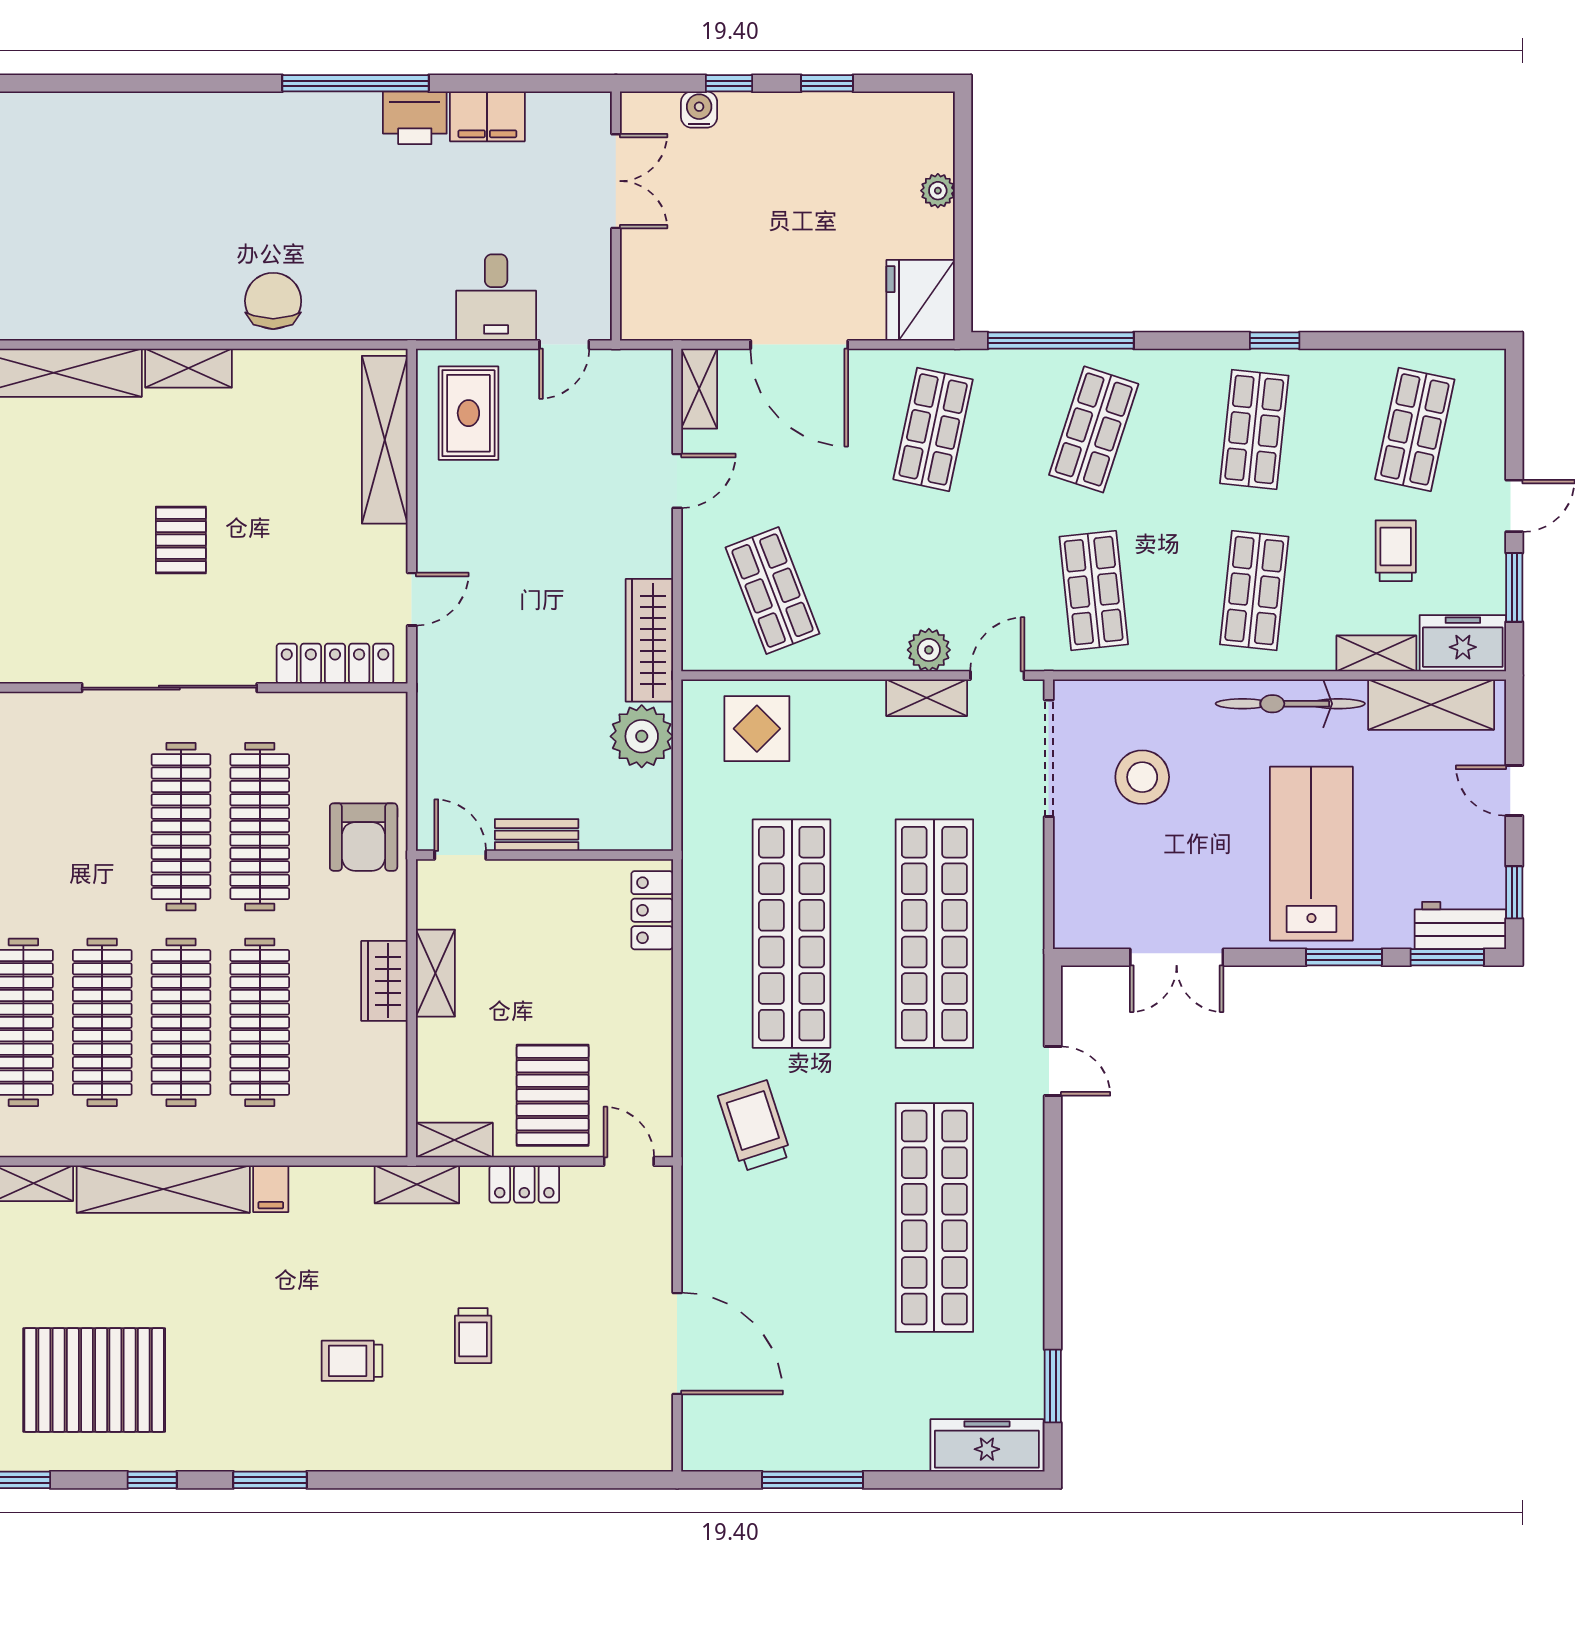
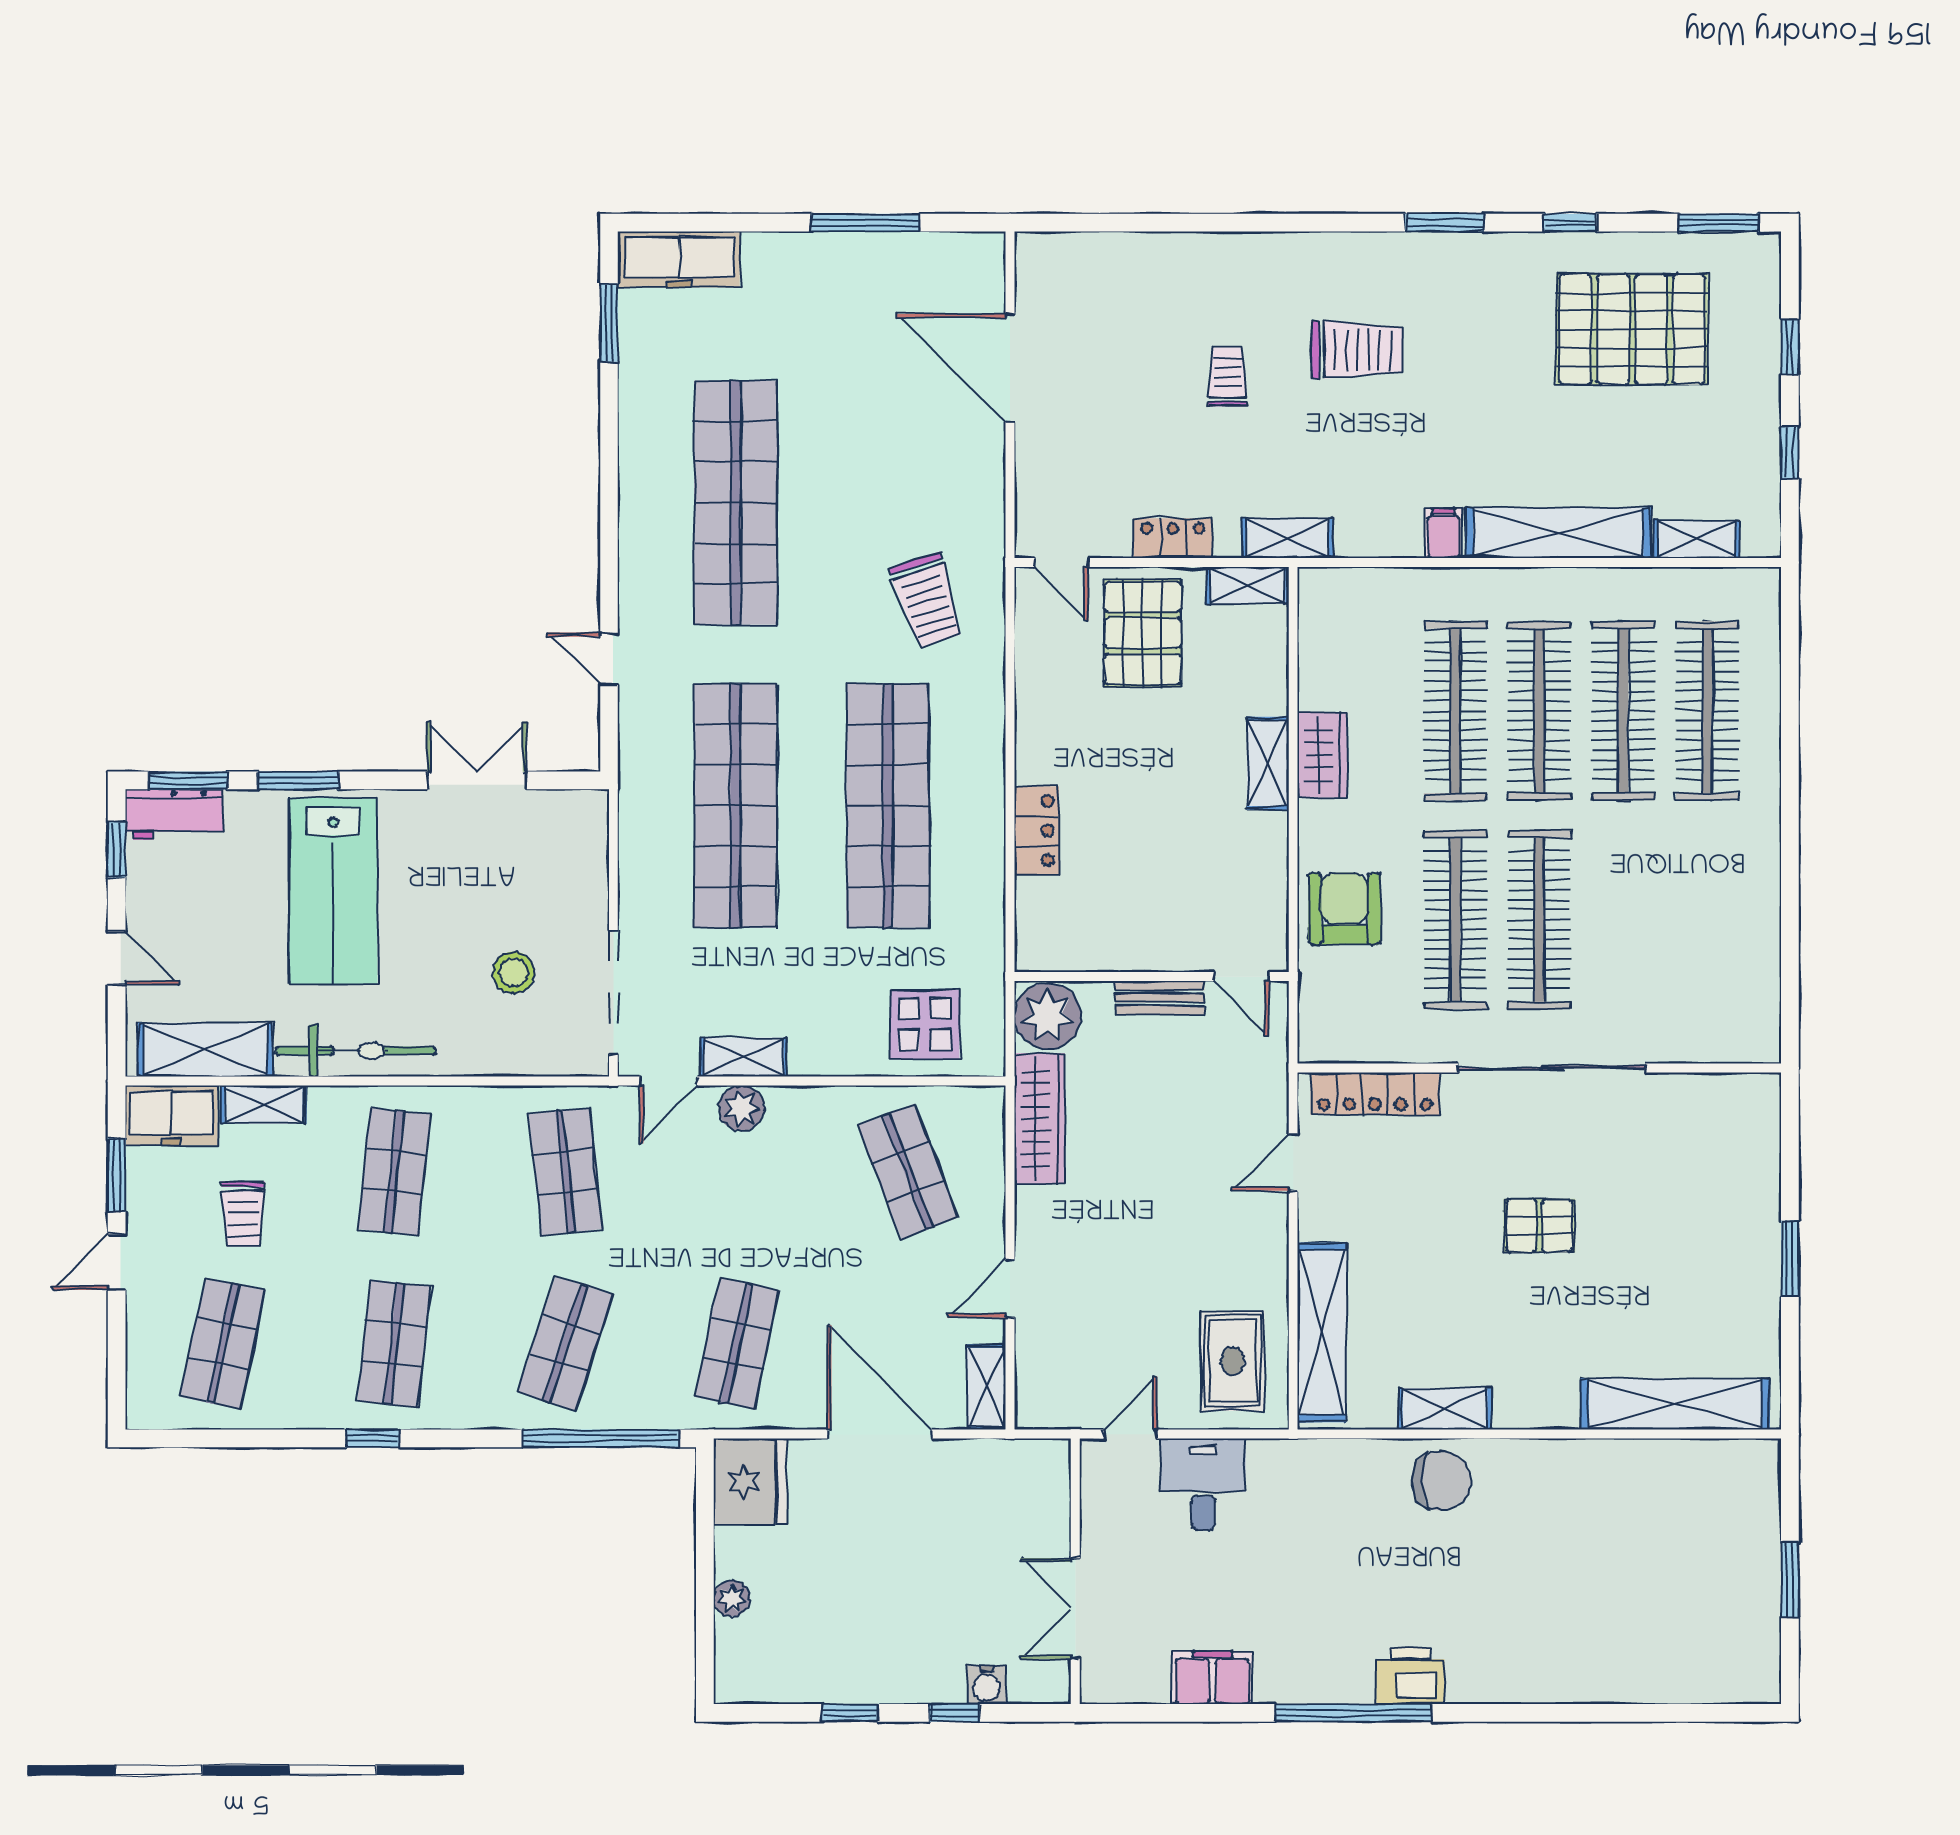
printer: (415, 118) -> (1410, 1676), moved
chair: (273, 301) -> (1441, 1481), turned -90
shelving: (189, 368) -> (1445, 1409), moved
pallet: (181, 540) -> (1539, 1226), turned 90
stool: (1142, 777) -> (514, 973), width x0.73, depth x0.73
bench: (537, 835) -> (1160, 998), moved
door: (460, 855) -> (1241, 977), moved
wall: (544, 855) -> (1152, 977), moved
trolley: (352, 1361) -> (1357, 350), width x1.36, depth x1.39

